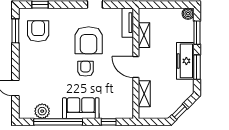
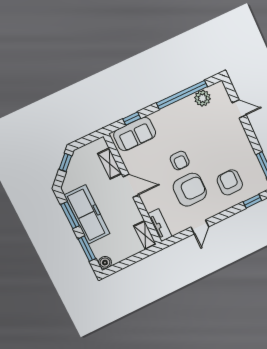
armchair: (38, 31) -> (230, 182), moved, turned 180
shelving: (144, 35) -> (145, 235), moved
armchair: (89, 40) -> (190, 190), turned 90
freezer: (185, 61) -> (87, 214), width x1.36, depth x1.26
sofa: (81, 108) -> (135, 134), moved

